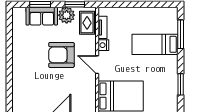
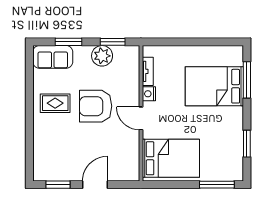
sofa: (42, 16) -> (53, 57), moved
rug: (87, 23) -> (55, 103), moved, turned 90
bed: (155, 44) -> (214, 86), width x1.50

